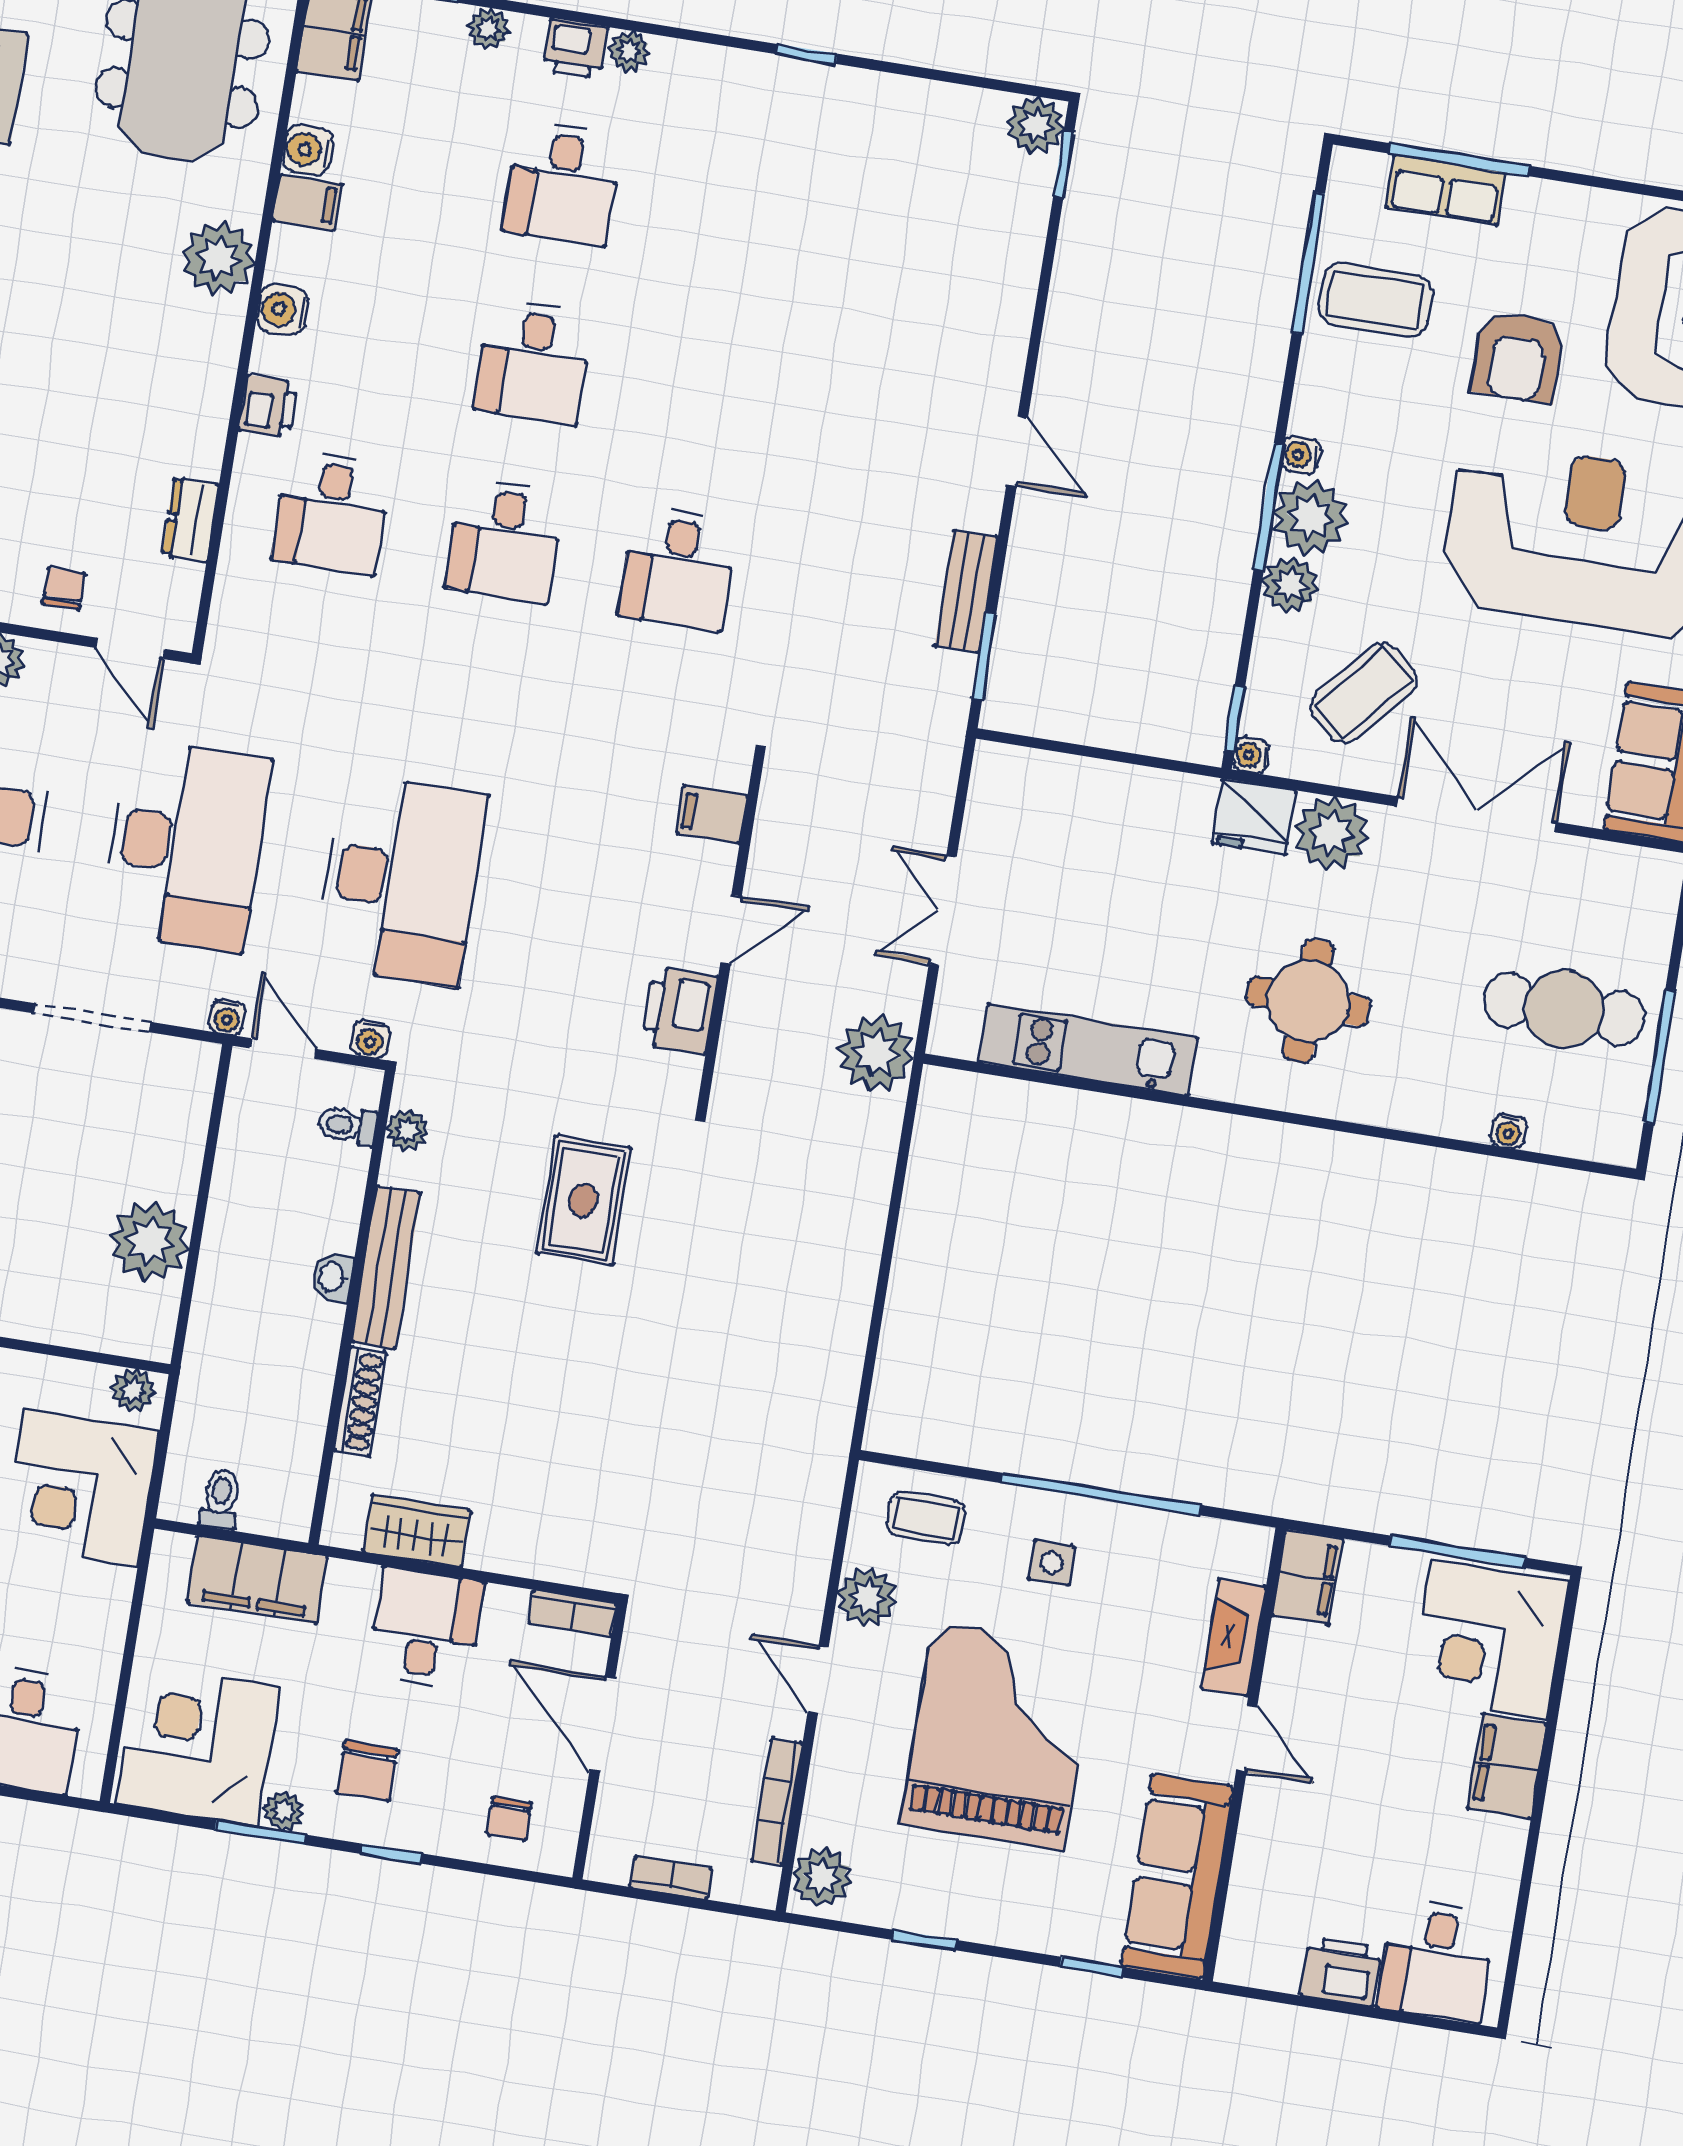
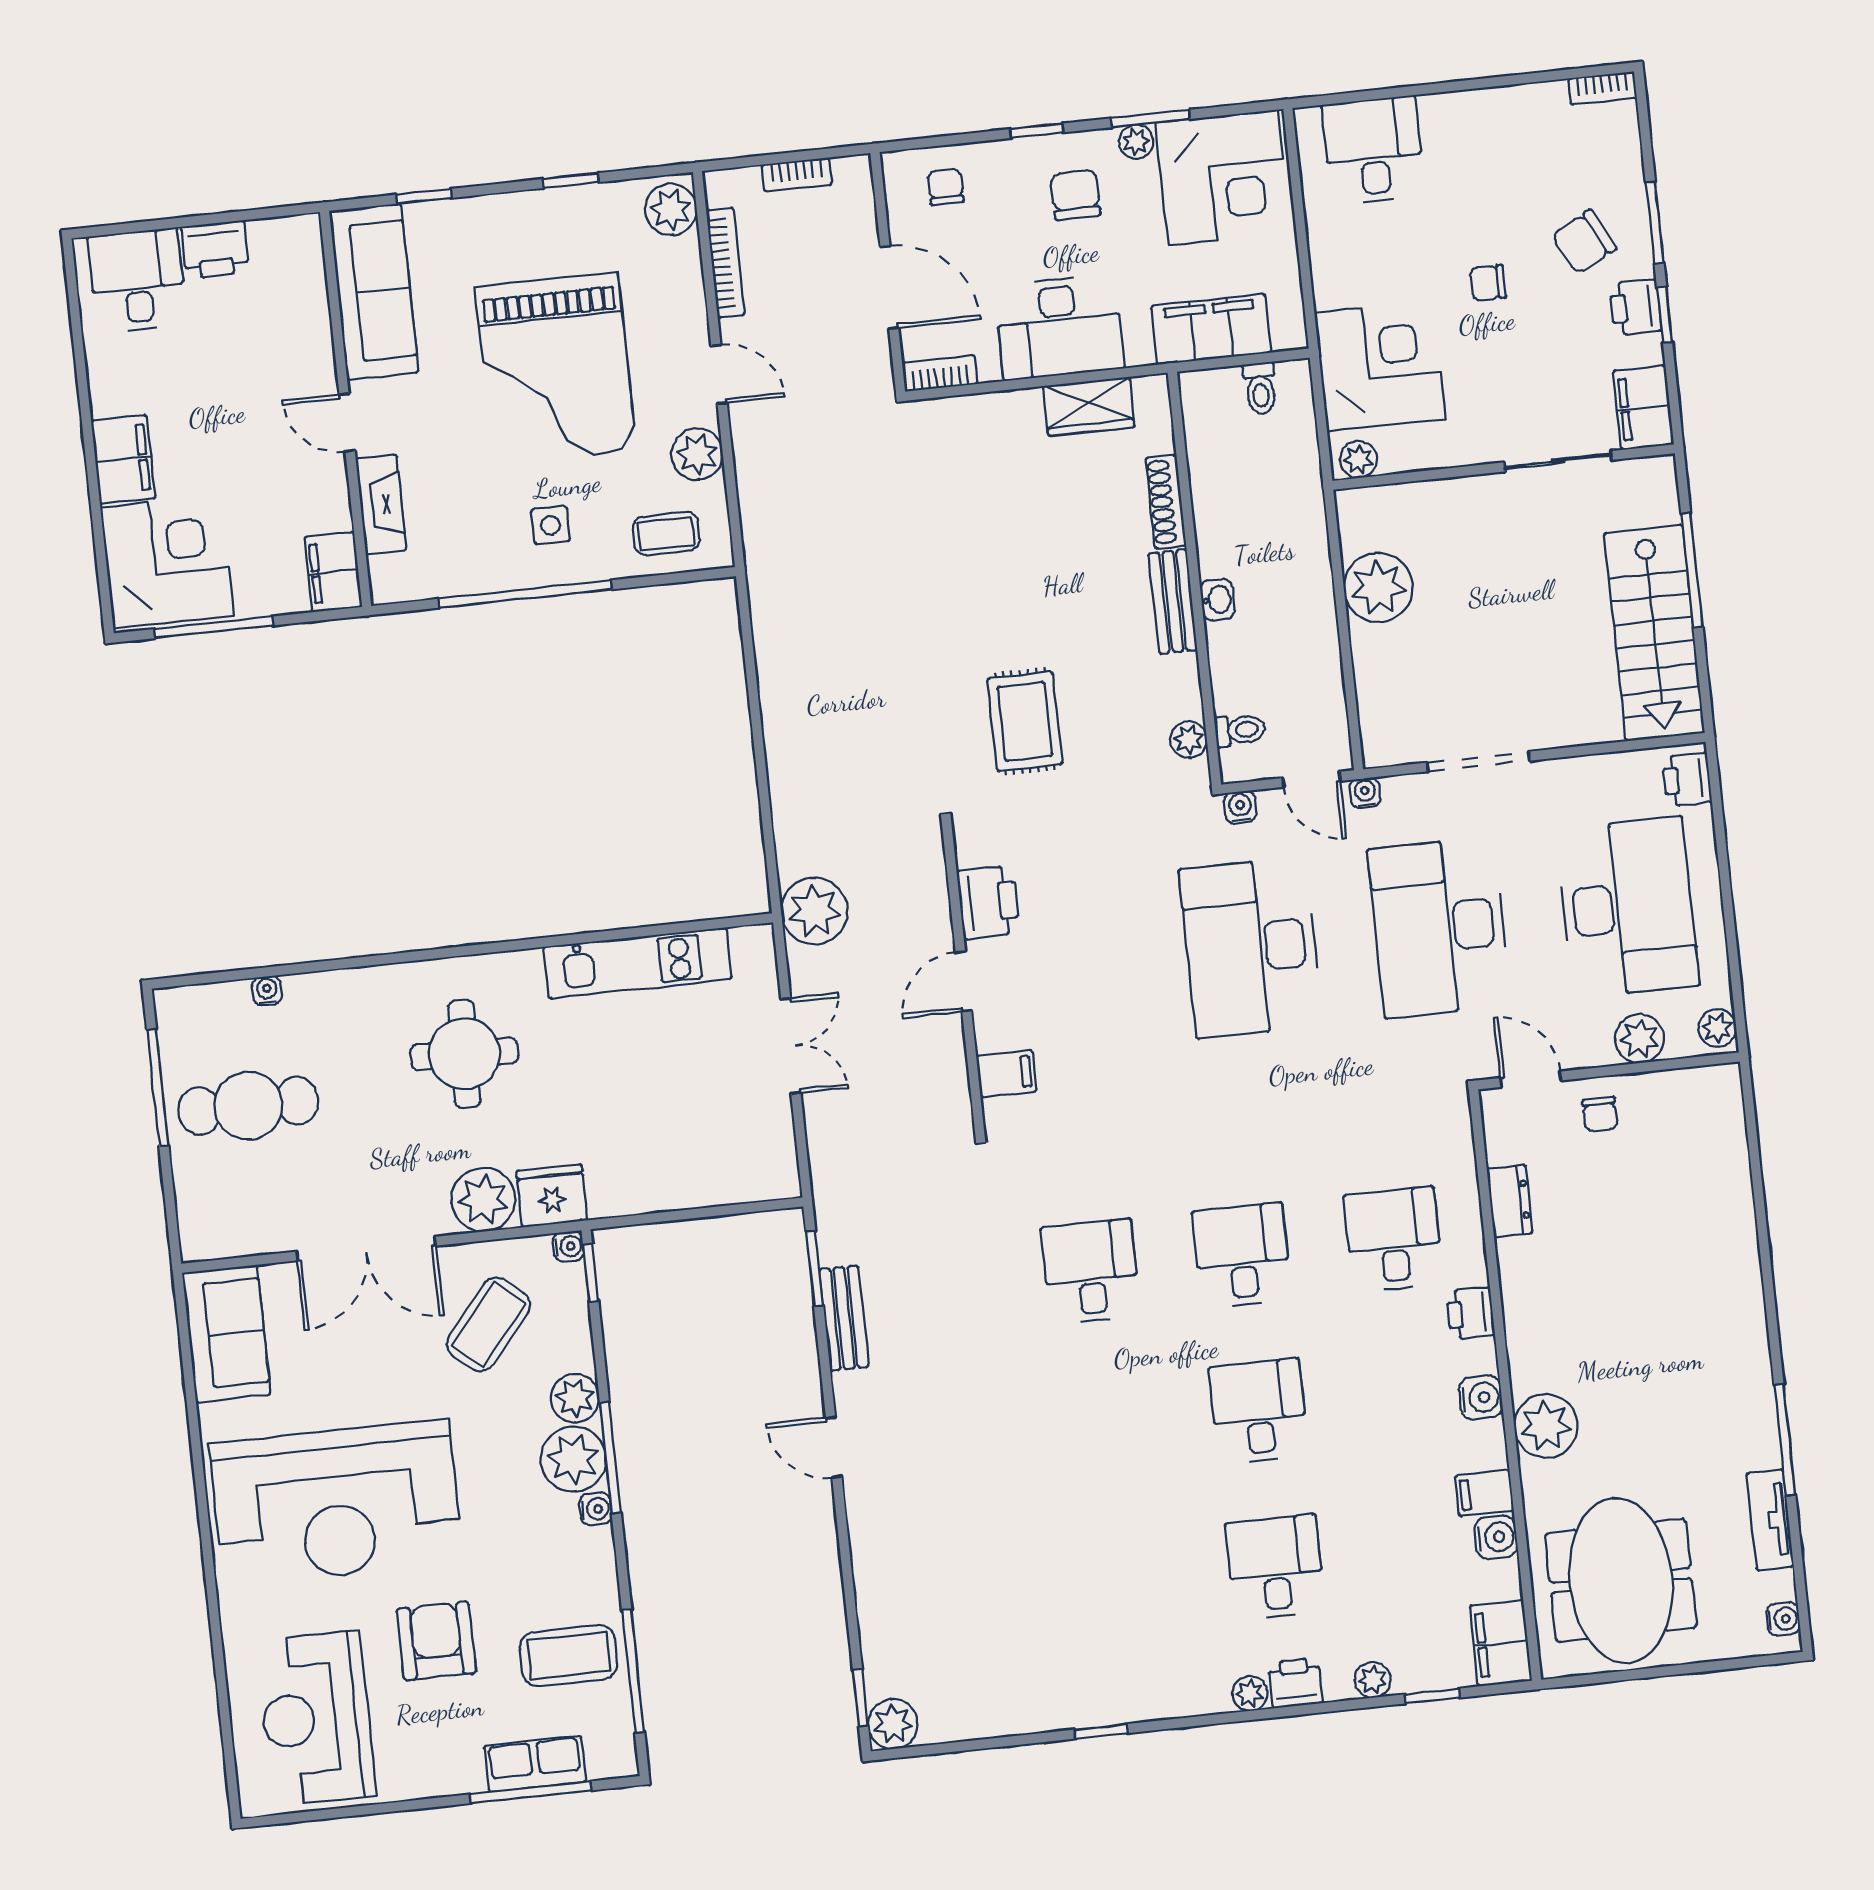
bench: (386, 1268) -> (1173, 602), width x0.73
desk: (425, 1628) -> (1059, 327), width x1.37

